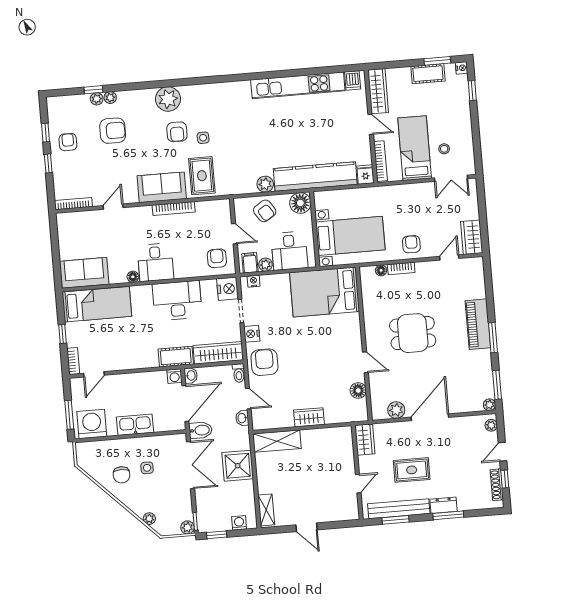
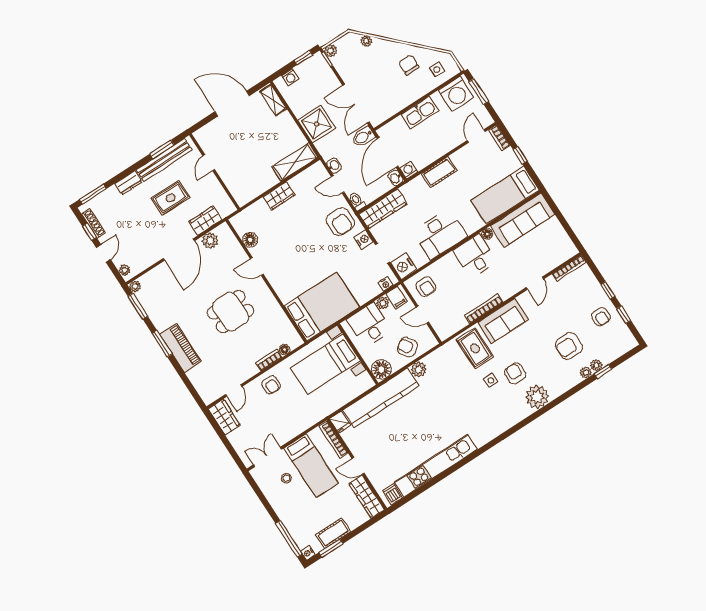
window: (472, 90) -> (289, 539), width x2.17
sofa: (84, 273) -> (523, 220), width x1.36
cot: (176, 357) -> (439, 172), moved
wardrobe: (365, 440) -> (205, 221), moved, turned 90
side table: (147, 468) -> (437, 69), moved
window: (448, 515) -> (93, 194), moved
door: (307, 527) -> (232, 104), width x1.87

